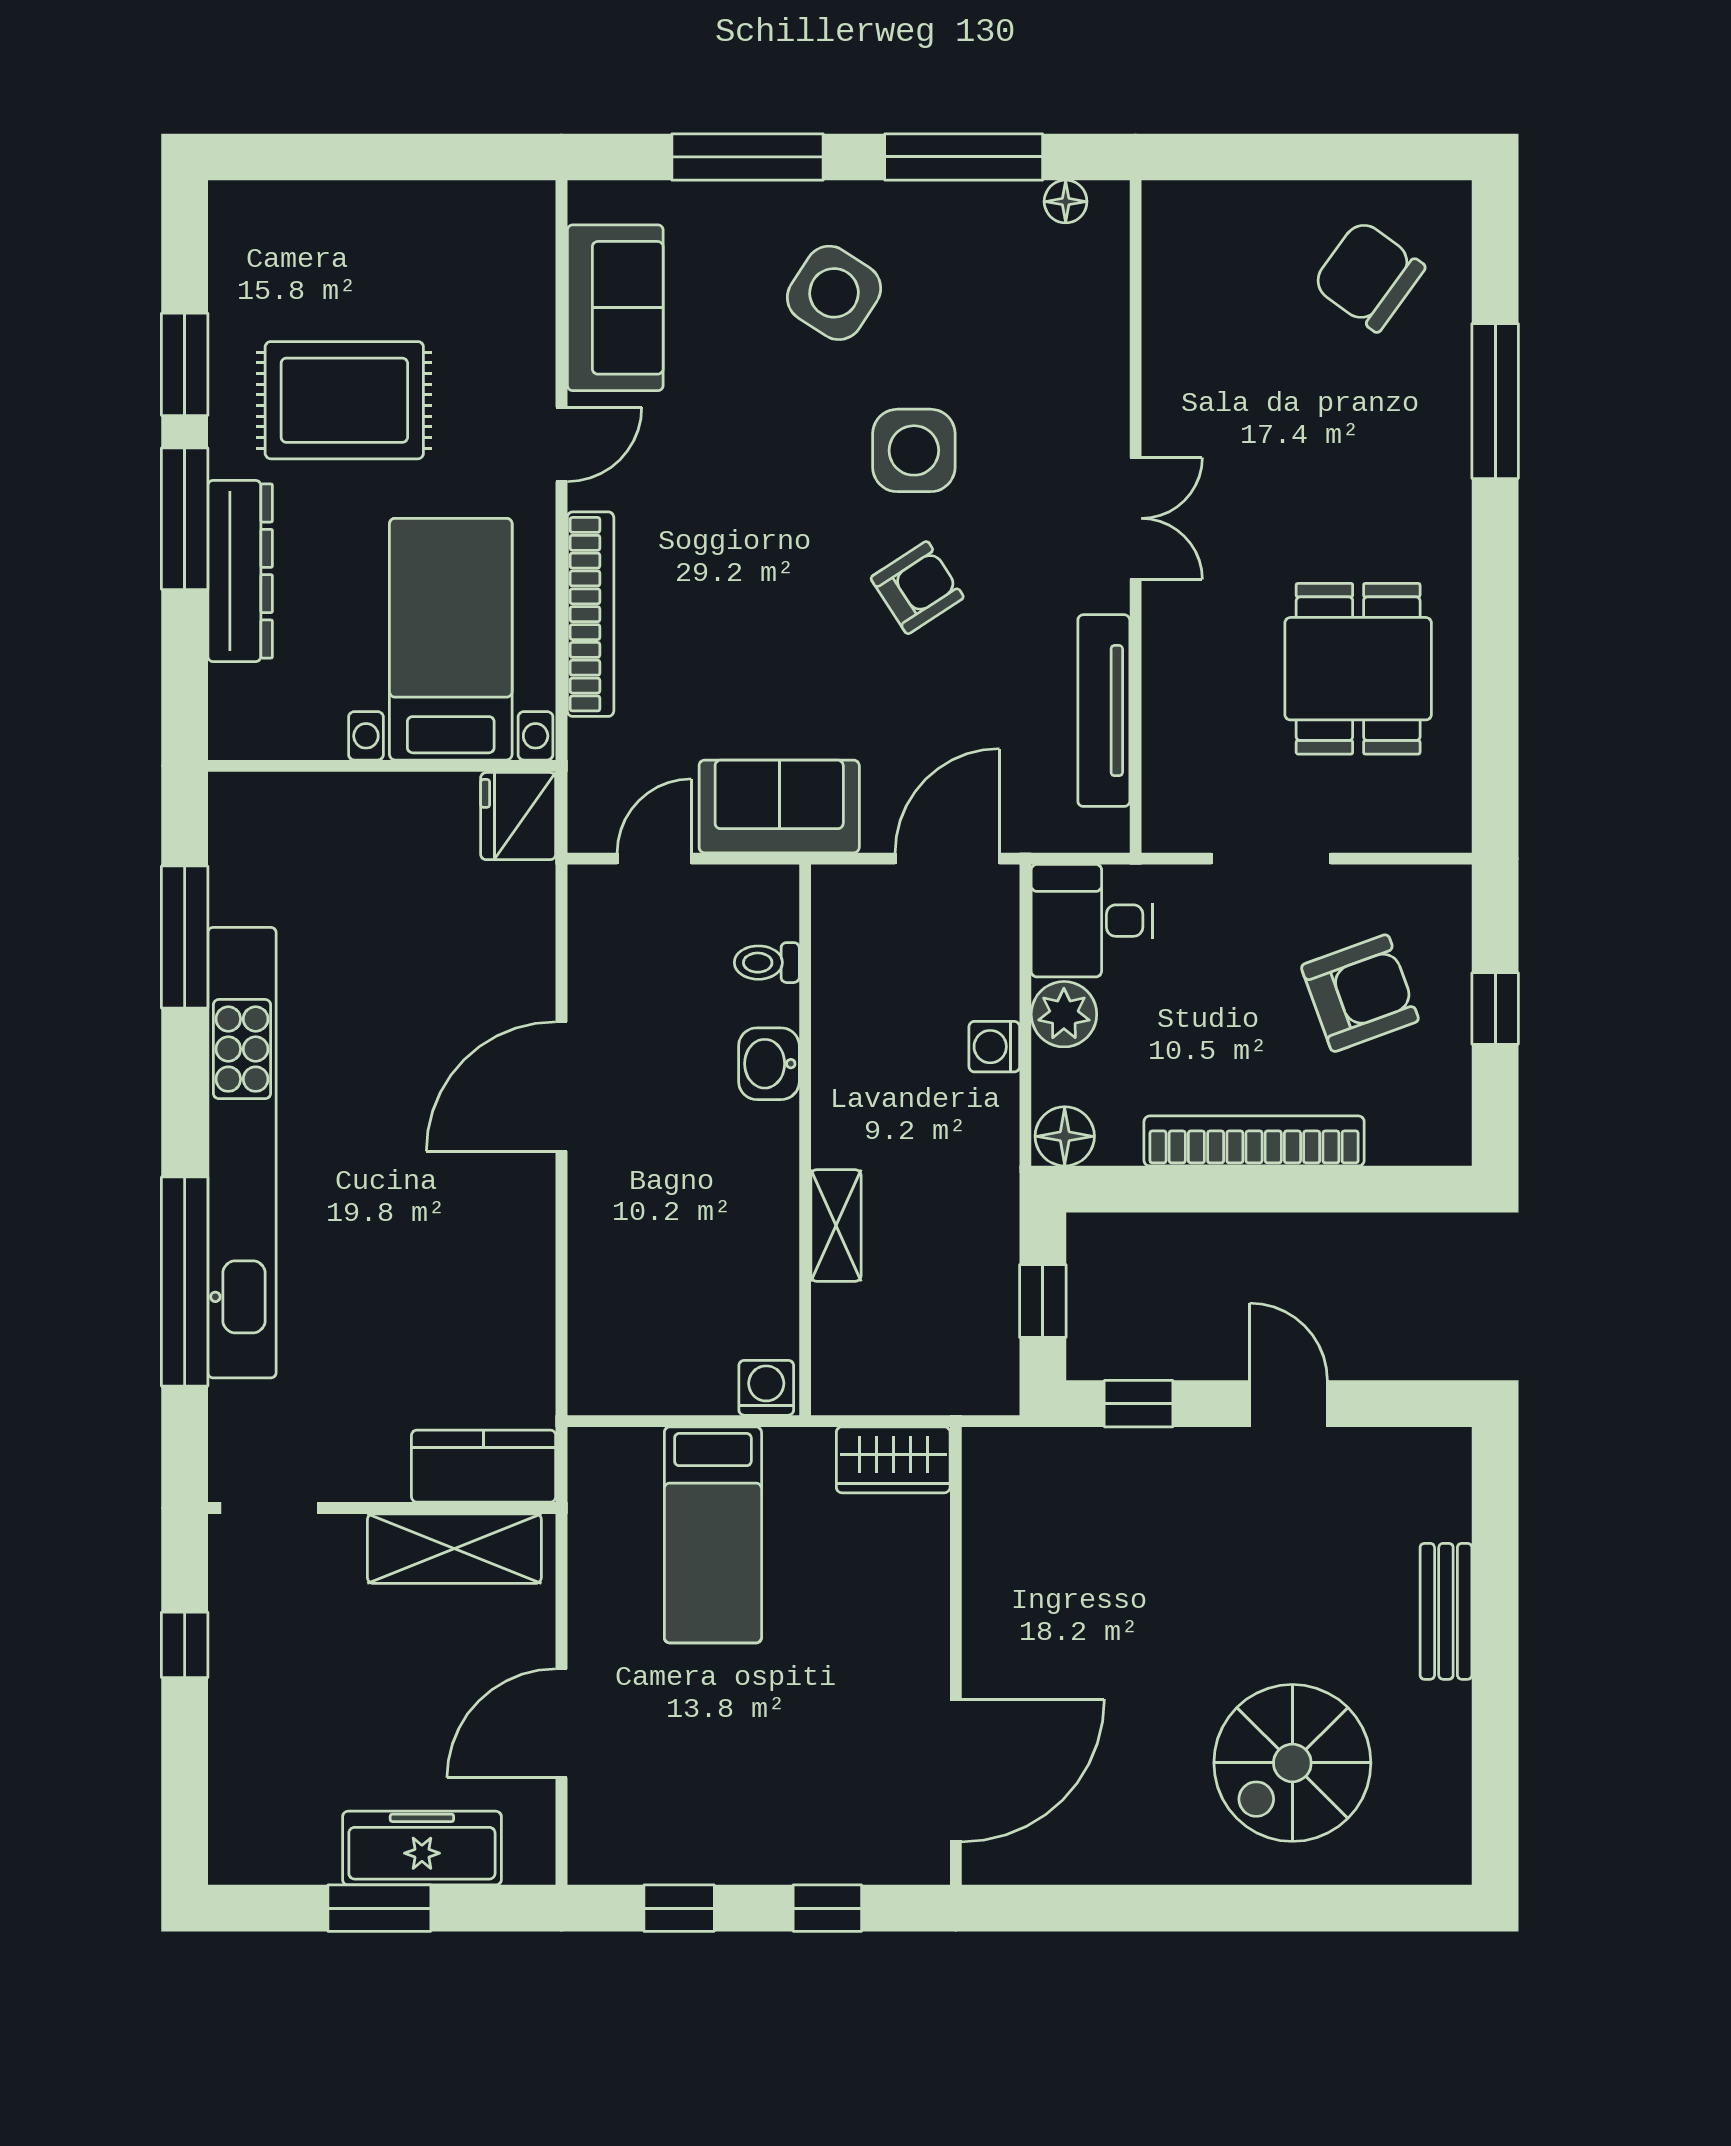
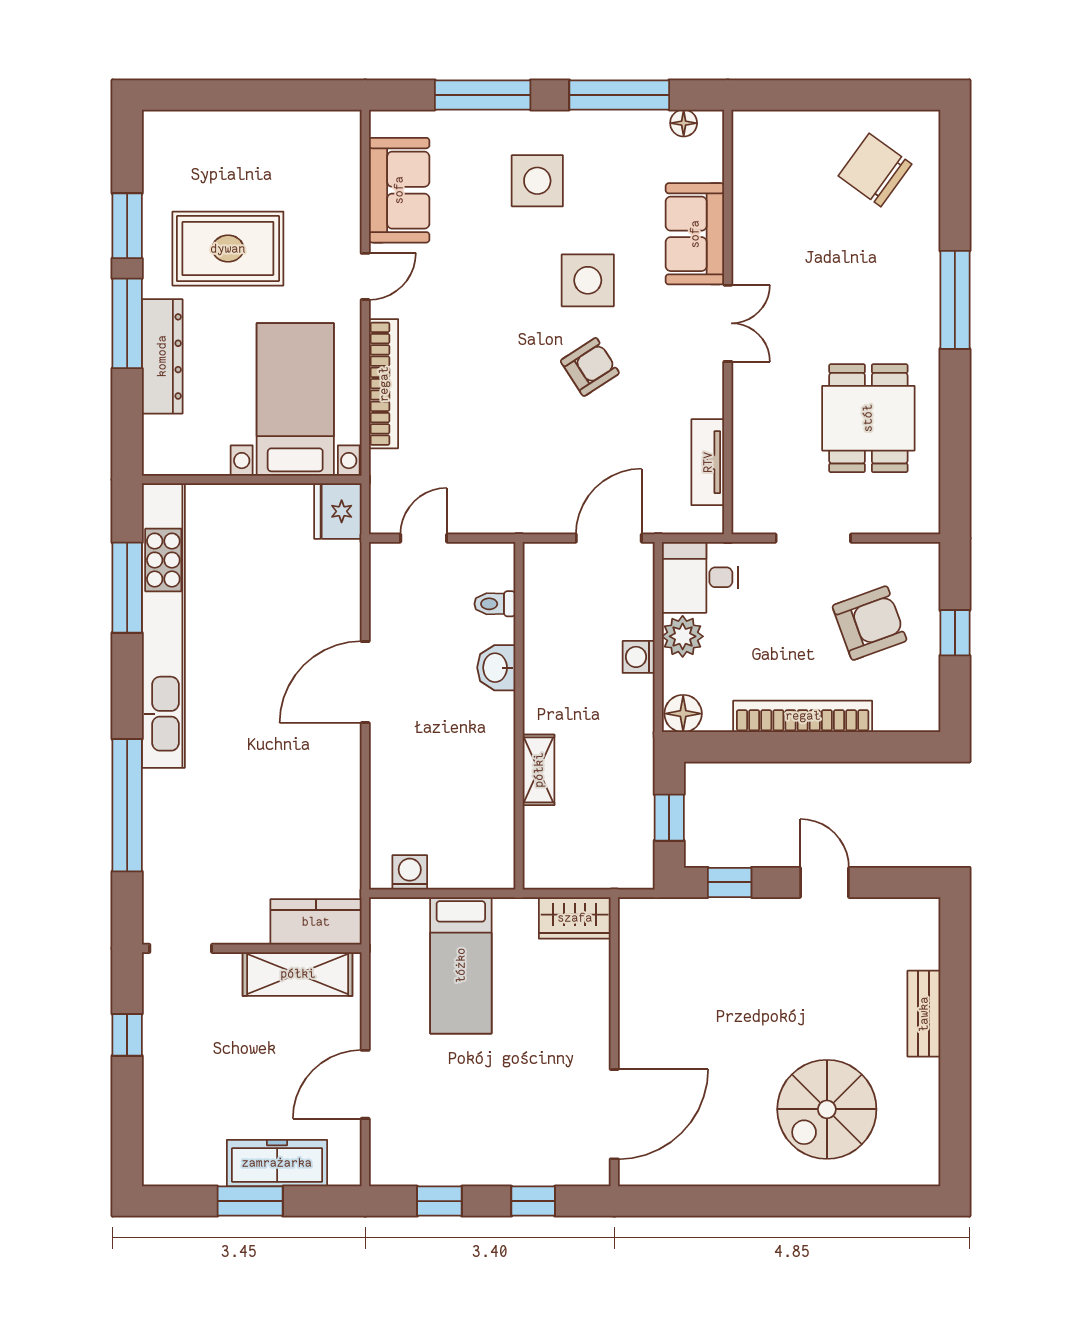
side table: (834, 293) -> (537, 181), turned -33
window: (1495, 401) -> (955, 300), moved
tv unit: (1104, 711) -> (708, 462), width x0.71
sofa: (779, 806) -> (695, 234), moved, turned -90
kitchen unit: (242, 1153) -> (163, 626), moved
washing machine: (766, 1388) -> (410, 872), moved

